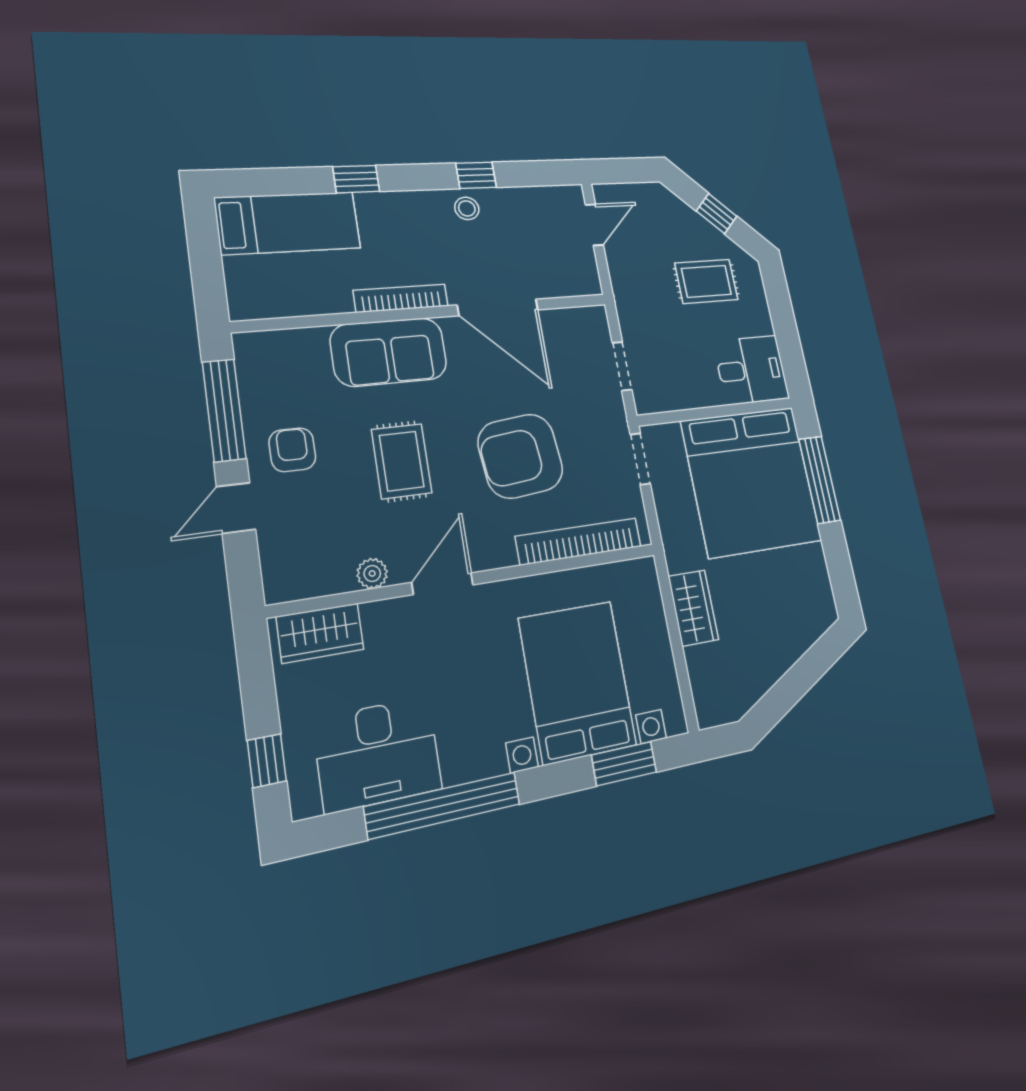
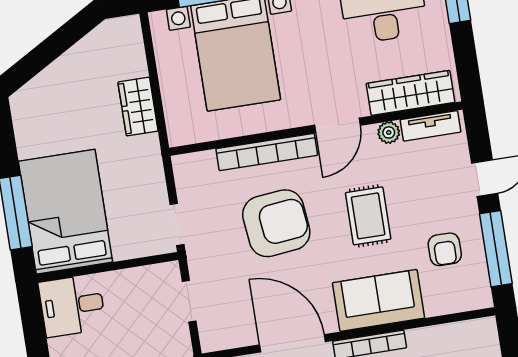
armchair: (292, 450) -> (445, 249), moved
bed: (751, 481) -> (66, 212), width x0.73
bookcase: (579, 541) -> (267, 152), moved
tv unit: (313, 583) -> (430, 126), added
wardrobe: (320, 633) -> (410, 93), width x1.50

